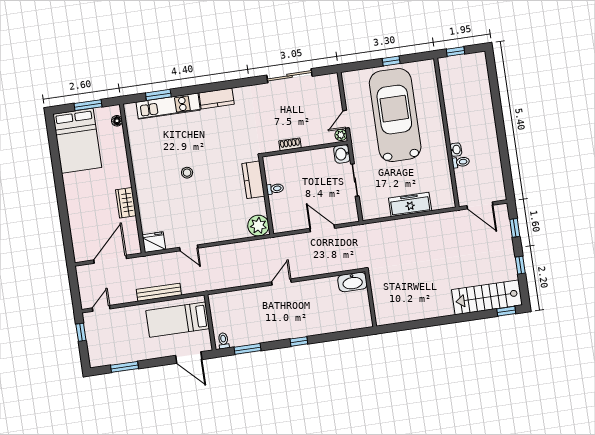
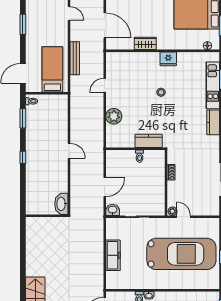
washbasin: (342, 154) -> (113, 210), moved
plant: (258, 226) -> (114, 116), moved
fridge: (154, 242) -> (168, 59), moved, turned 90

